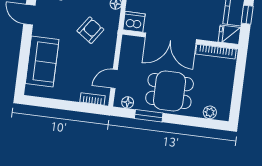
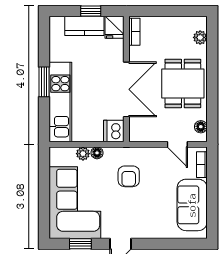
armchair: (90, 30) -> (129, 176), turned -125
bookcase: (216, 52) -> (134, 32), width x0.64
sofa: (42, 62) -> (192, 205), moved, turned -90
window: (149, 116) -> (212, 102), removed

